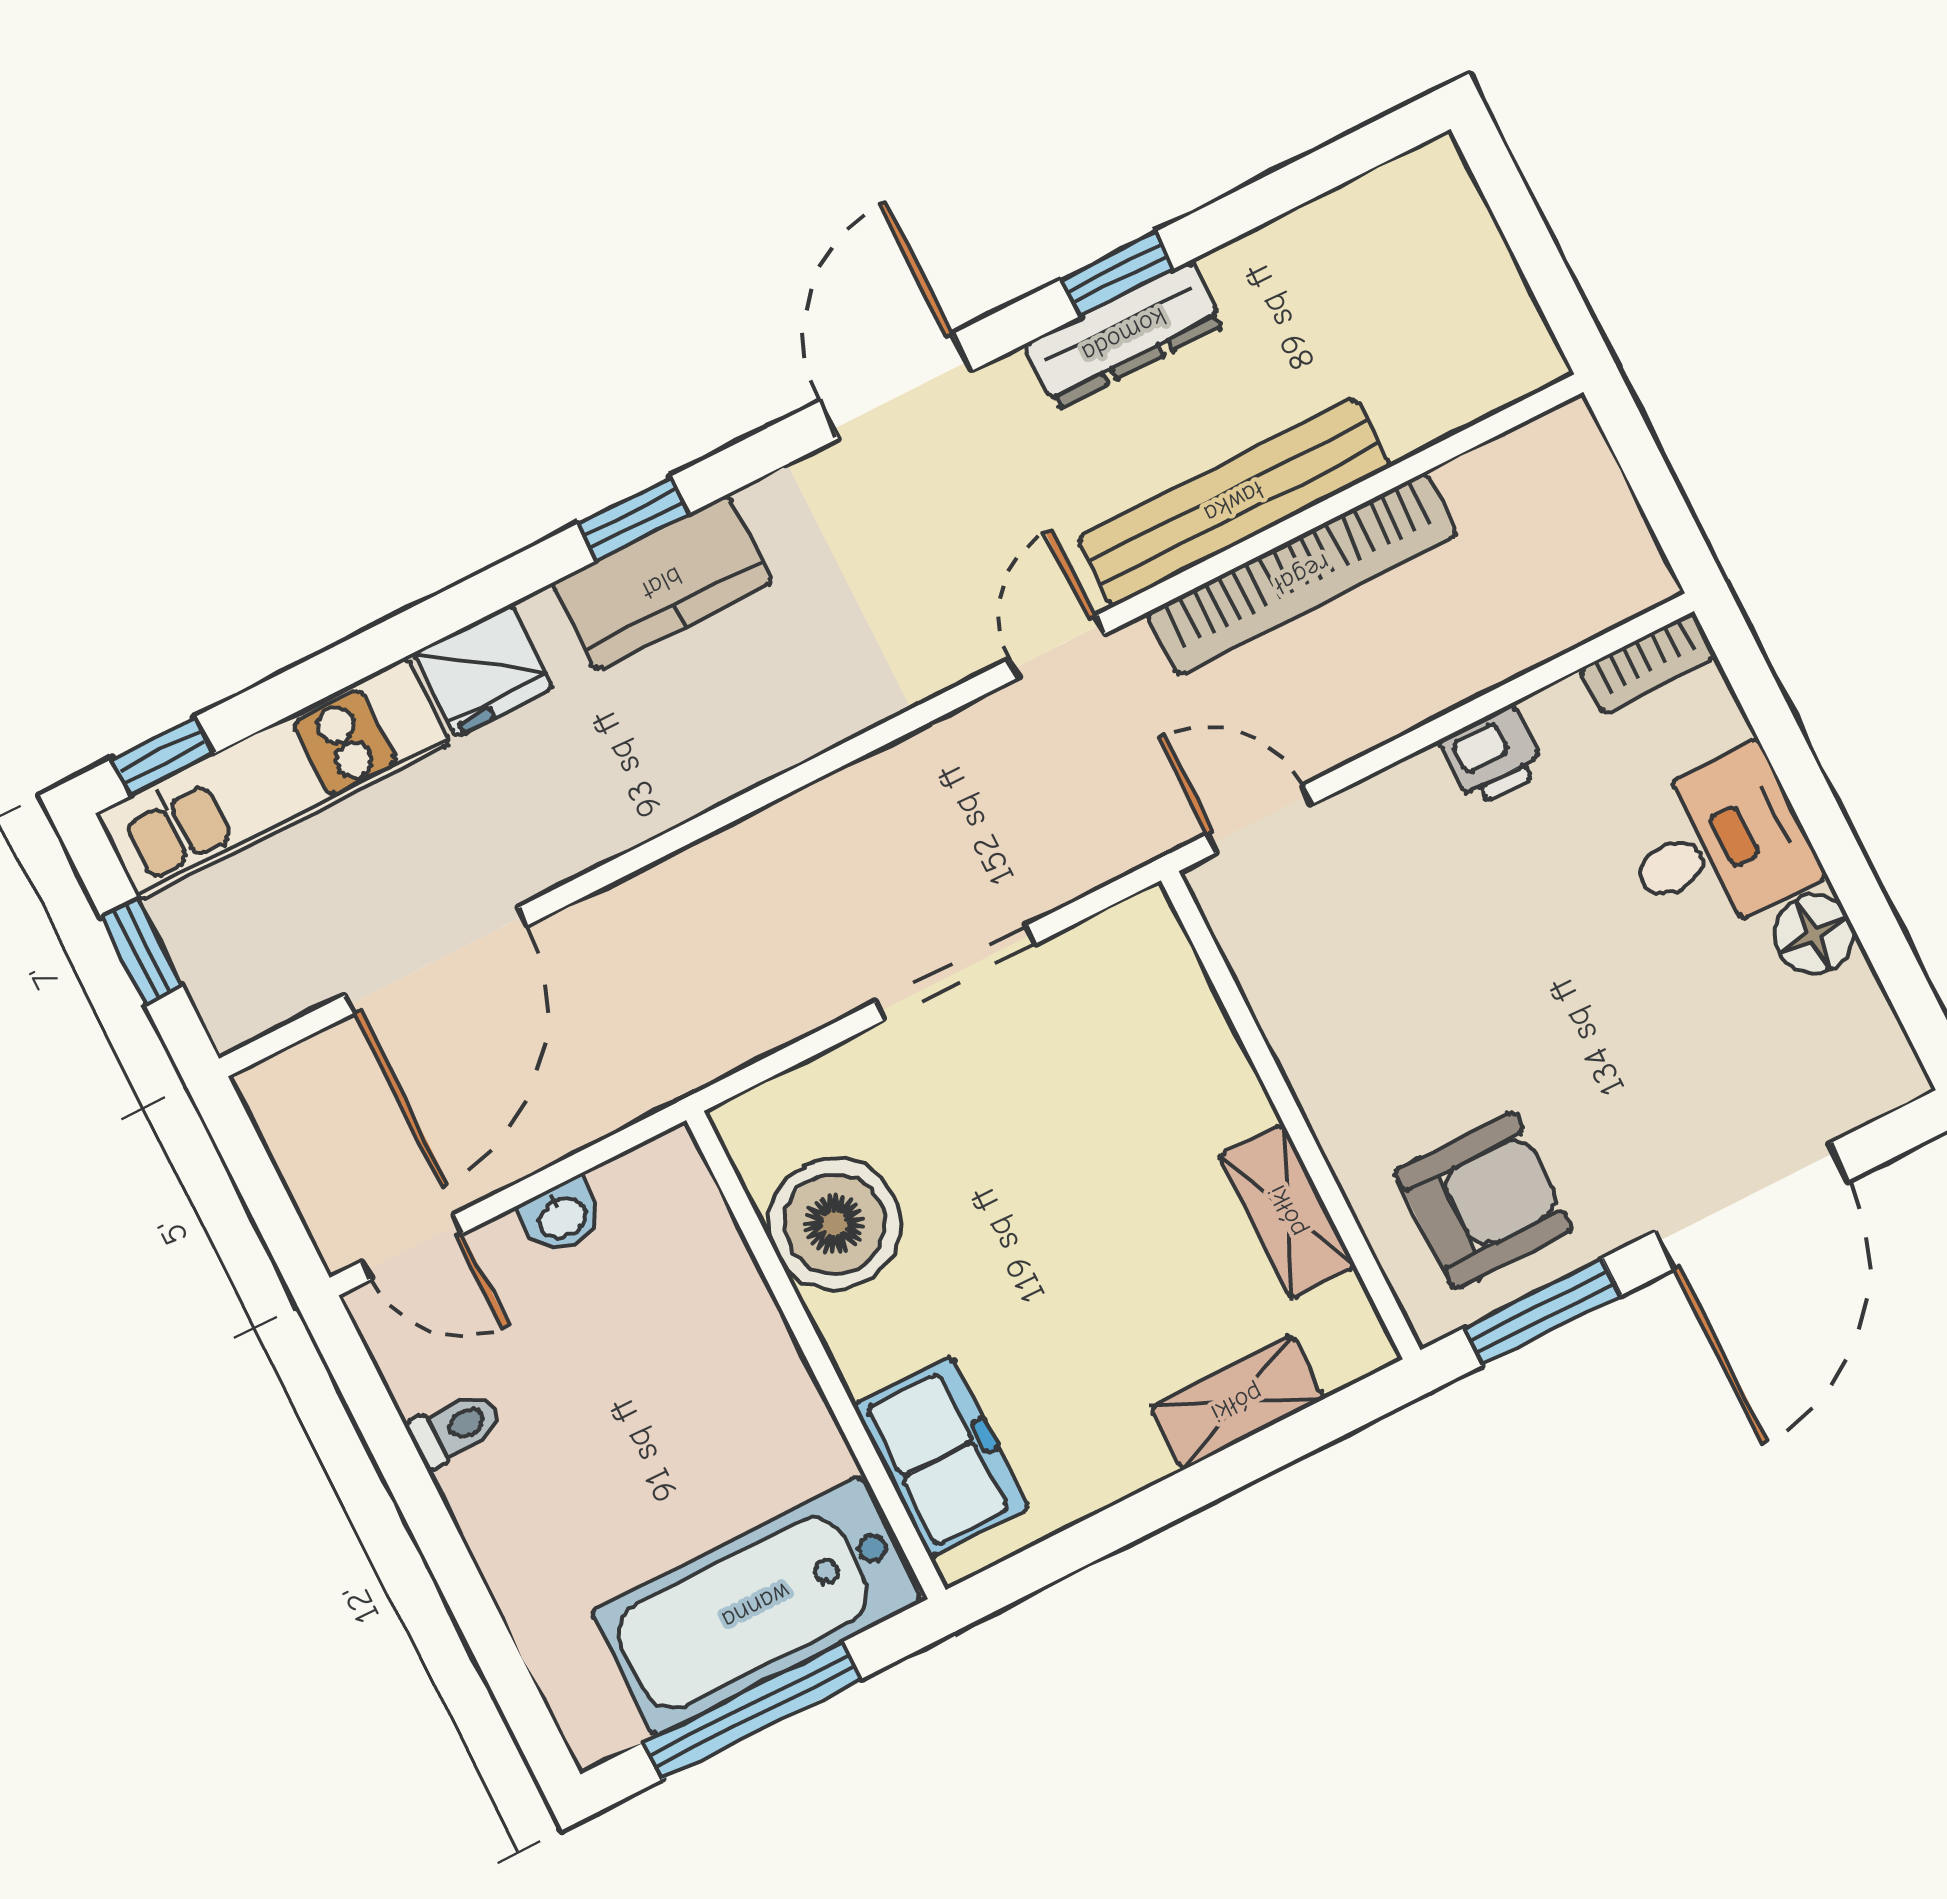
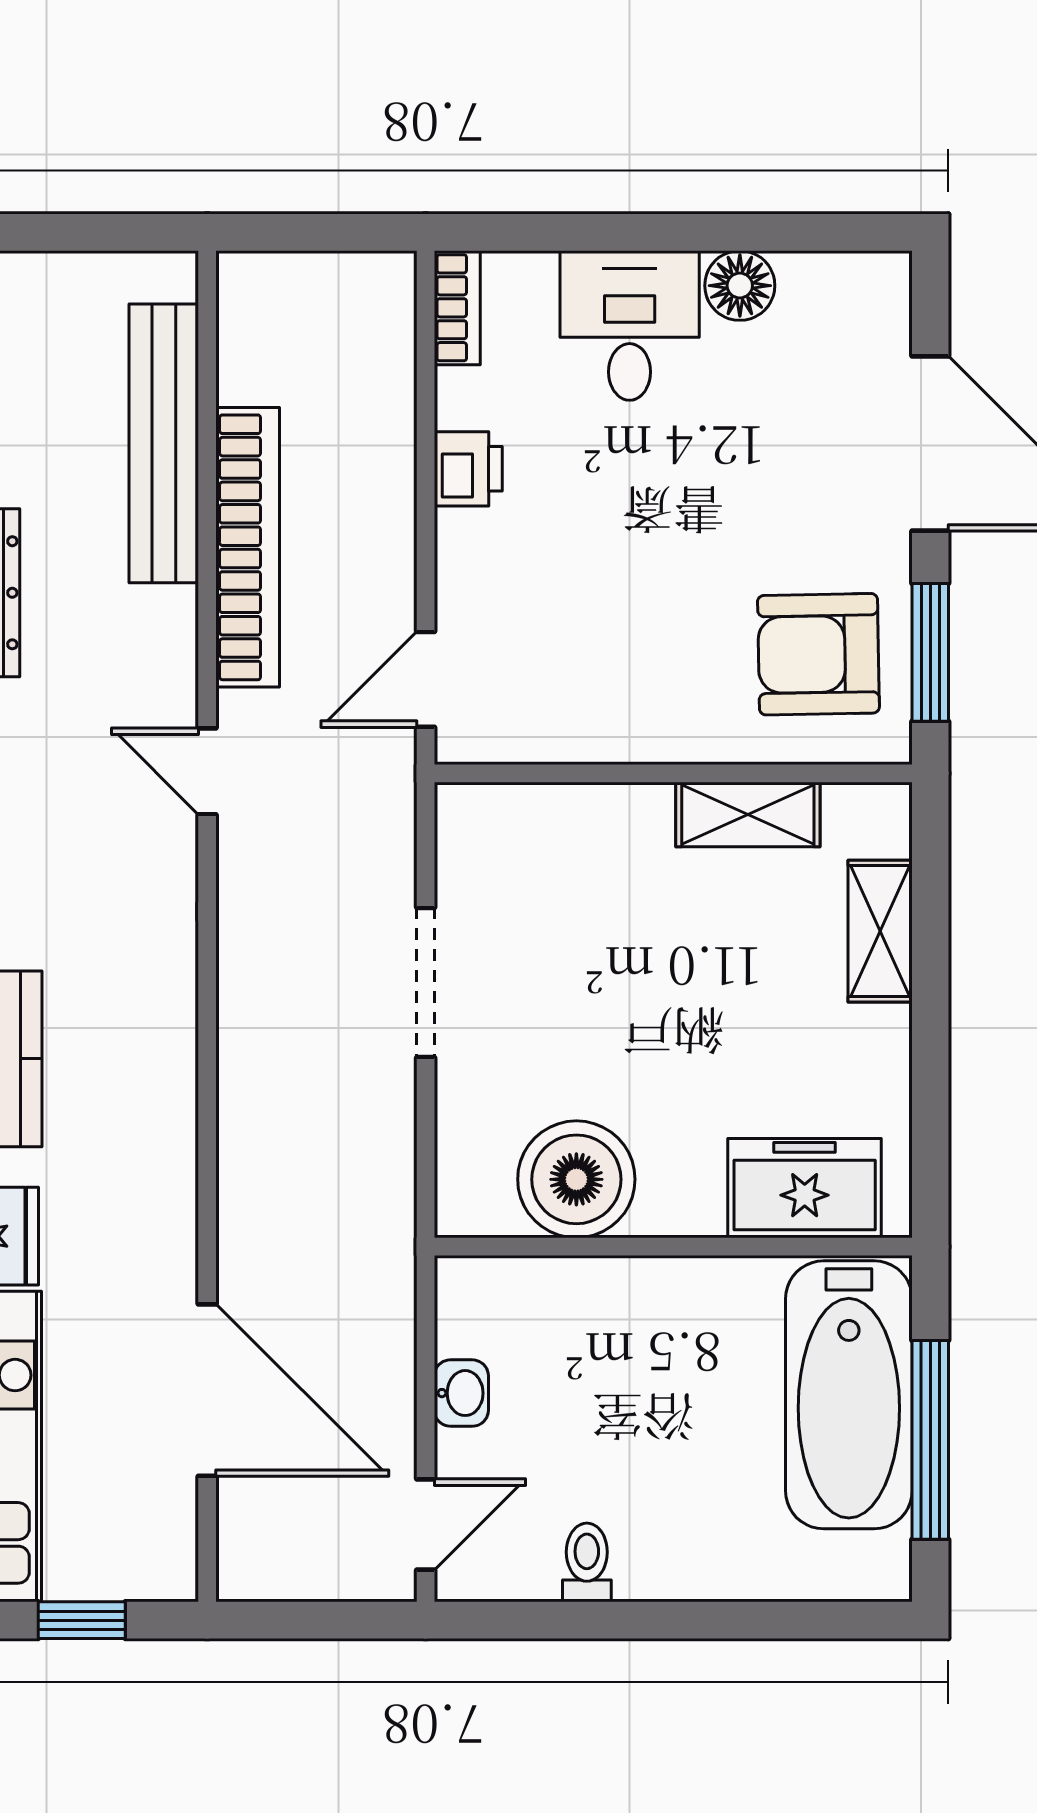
bench: (1234, 502) -> (164, 443), moved
armchair: (1484, 1201) -> (818, 654), turned -91

